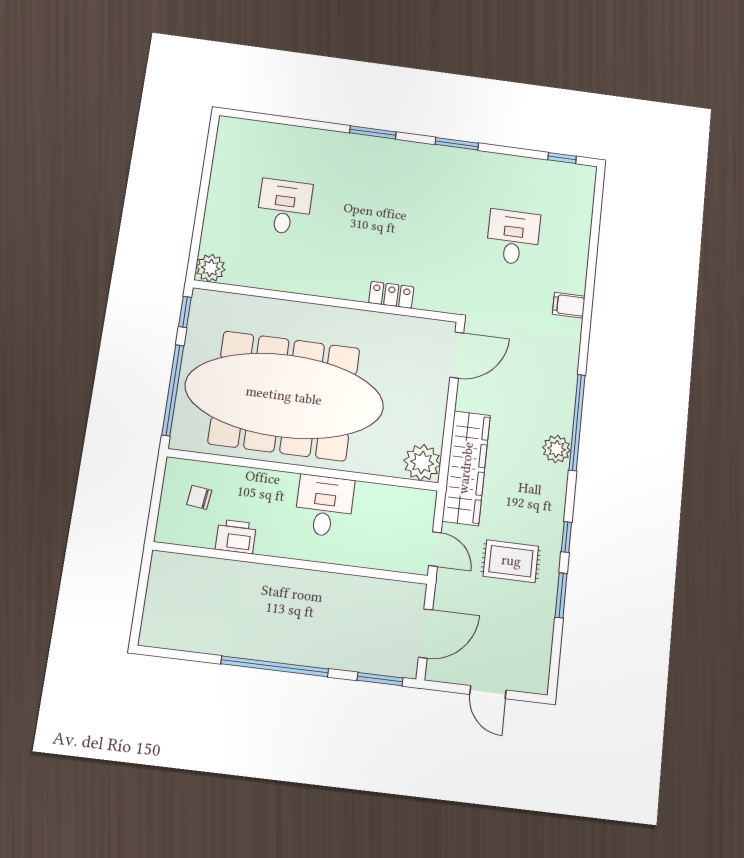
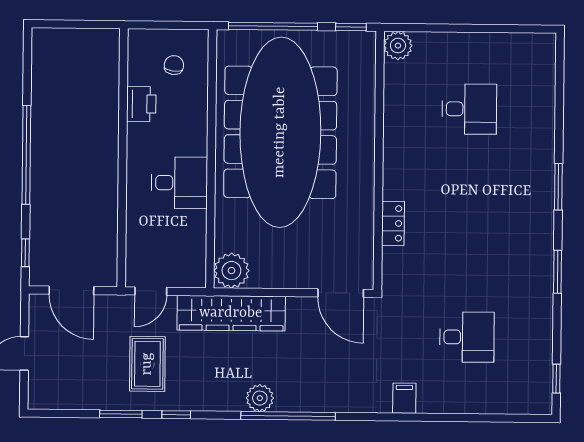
window: (380, 679) -> (25, 253), width x0.67

